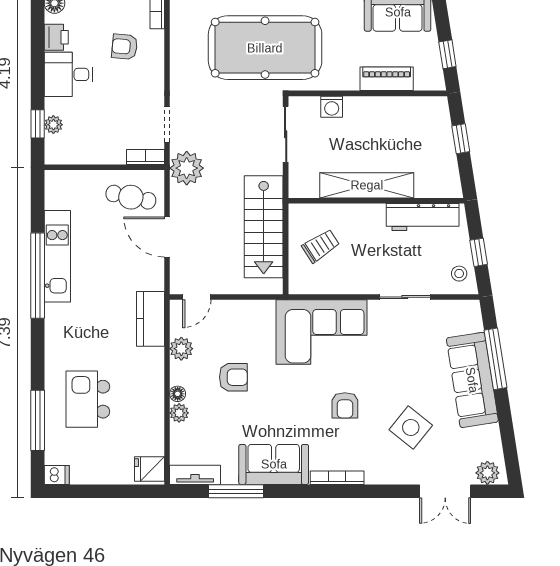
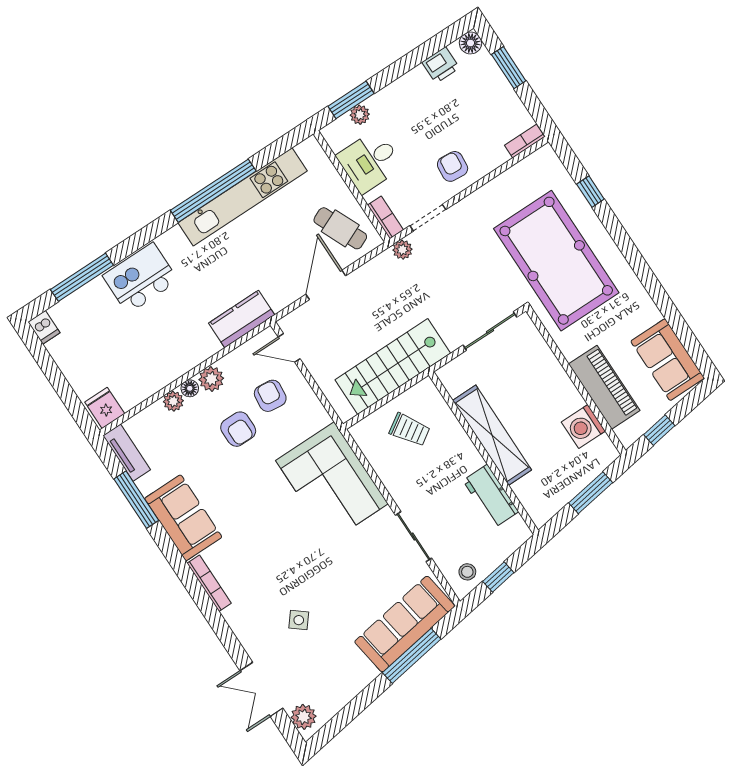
armchair: (125, 47) -> (453, 166), moved
desk: (68, 74) -> (370, 161), moved, turned -90
piano: (387, 79) -> (604, 387), width x1.37, depth x1.33
washing machine: (332, 107) -> (583, 427), moved, width x1.38, depth x1.38
window: (38, 124) -> (351, 100), width x1.50
window: (461, 139) -> (591, 493), width x1.50
plant: (187, 168) -> (402, 250), width x0.53, depth x0.53
cafe table: (131, 197) -> (340, 228), turned -36
workbench: (423, 217) -> (491, 496), width x0.73
kitchen unit: (57, 256) -> (243, 197), width x1.36
plant: (181, 349) -> (211, 379), moved
sofa: (472, 380) -> (405, 624), moved
kitchen island: (88, 399) -> (140, 278), moved
armchair: (345, 405) -> (270, 396), moved, turned 96
side table: (411, 427) -> (299, 620), width x0.54, depth x0.54

